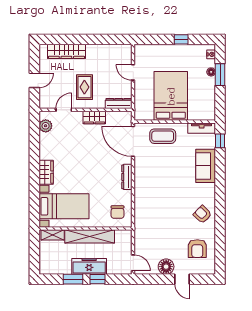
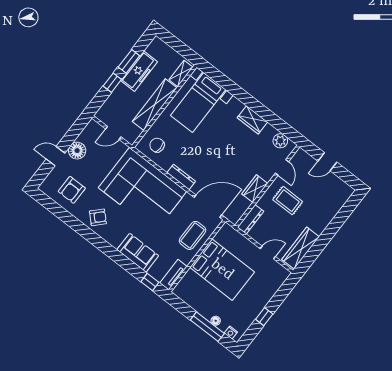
wardrobe: (66, 51) -> (301, 248), moved
window: (220, 75) -> (207, 327), width x1.44
door: (34, 80) -> (327, 162), hinge flipped
wardrobe: (46, 172) -> (252, 120), moved
corner sofa: (158, 198) -> (142, 190), added
armchair: (197, 249) -> (72, 190), turned -90
door: (133, 263) -> (113, 133), moved
freezer: (89, 266) -> (139, 71), moved

